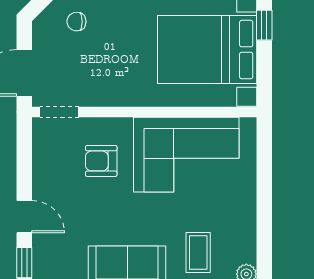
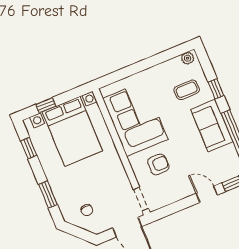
armchair: (101, 161) -> (158, 164), turned -90
door: (24, 217) -> (207, 194), hinge flipped

